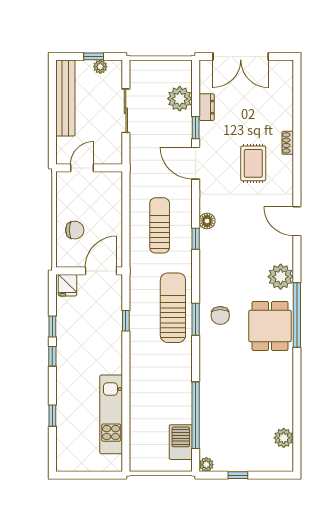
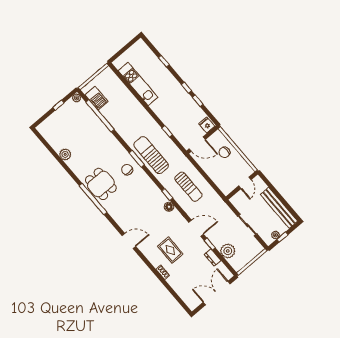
door: (101, 271) -> (197, 144), hinge flipped
plant: (281, 277) -> (115, 210), removed
sun lounger: (173, 308) -> (151, 155), turned 180
plant: (284, 438) -> (65, 154), moved

